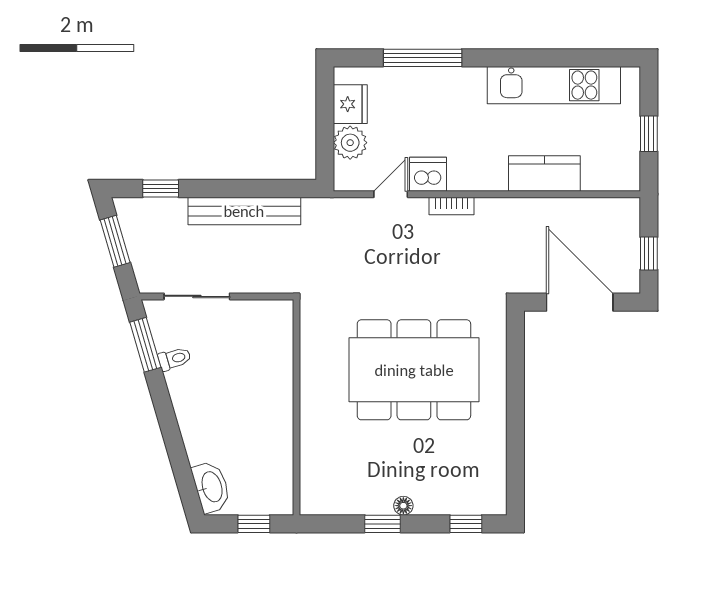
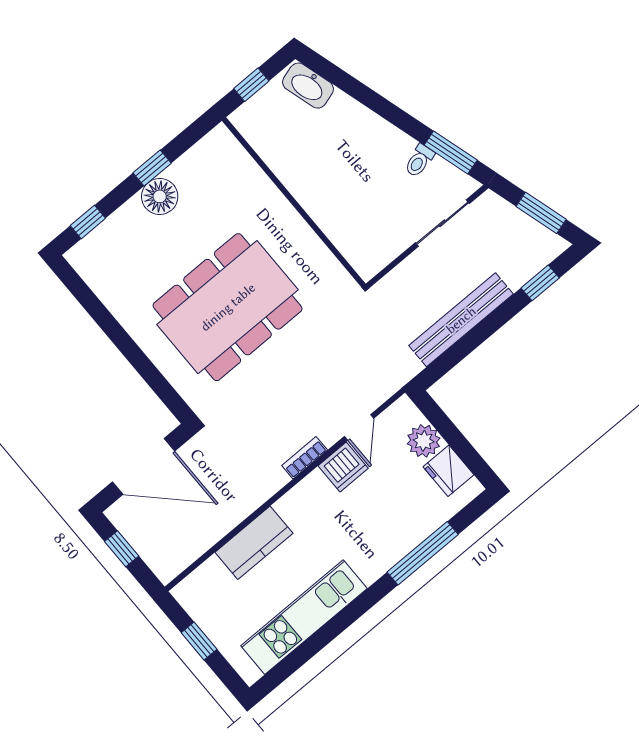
floor lamp: (403, 506) -> (160, 196), width x1.89, depth x1.89

